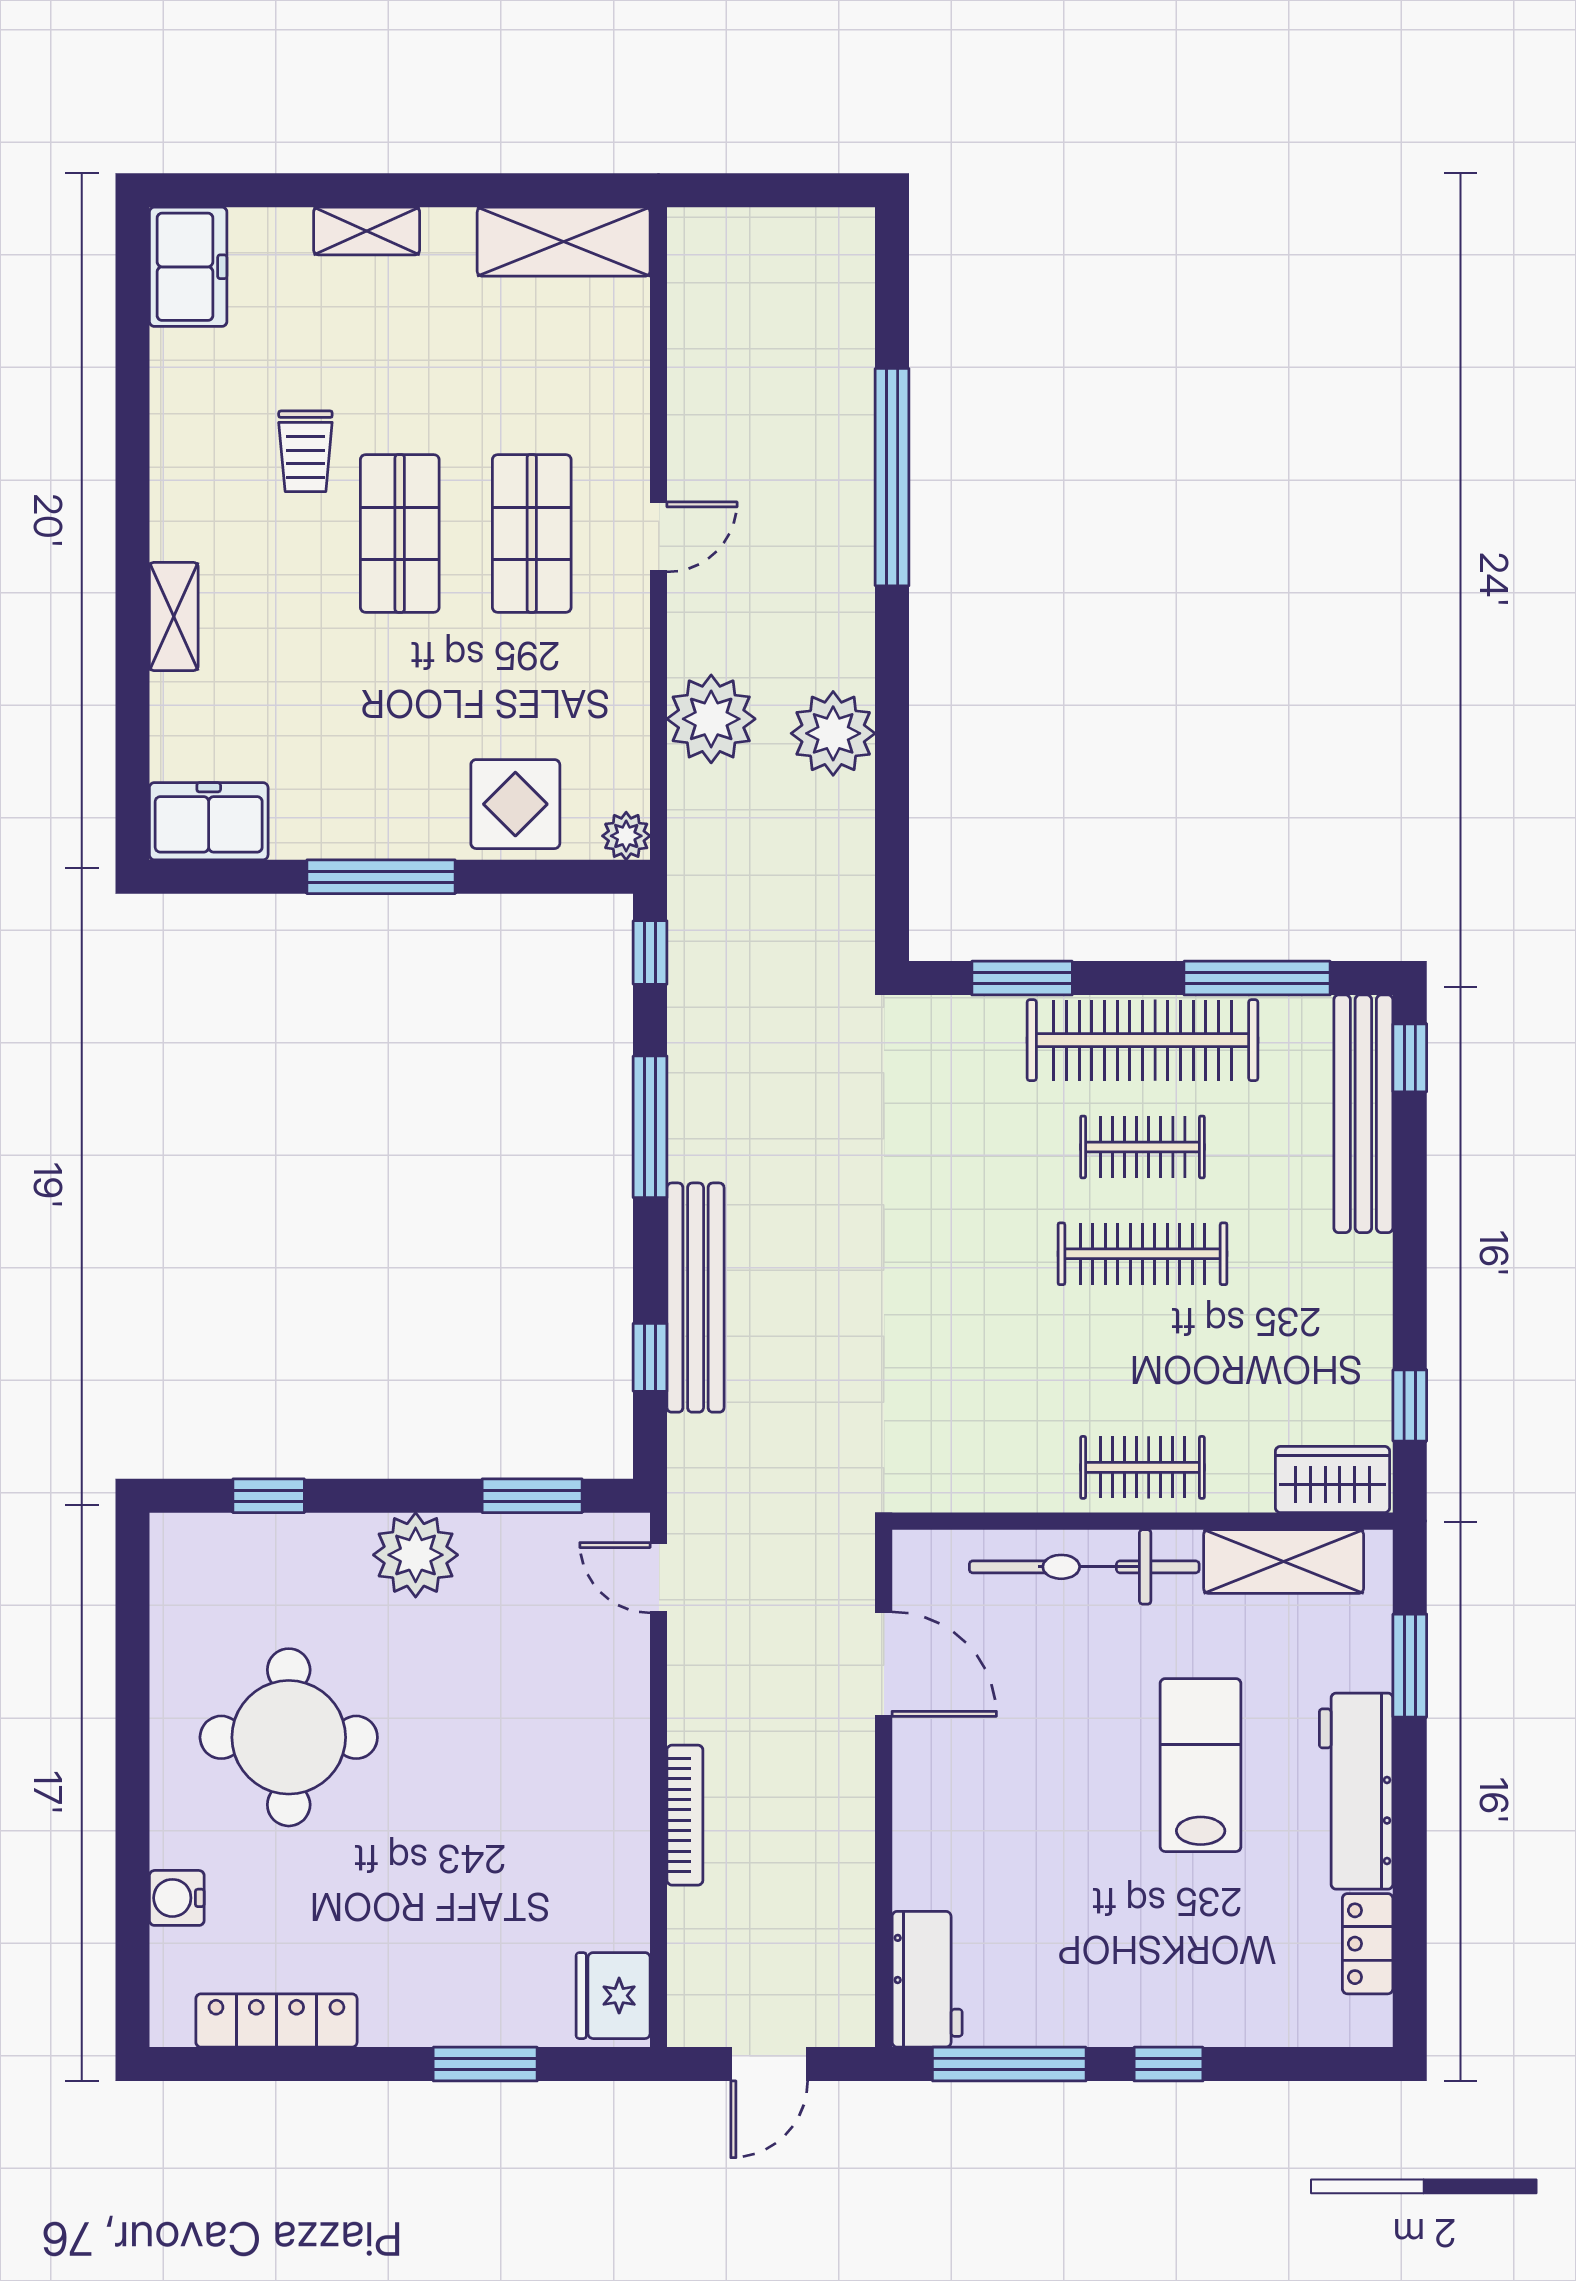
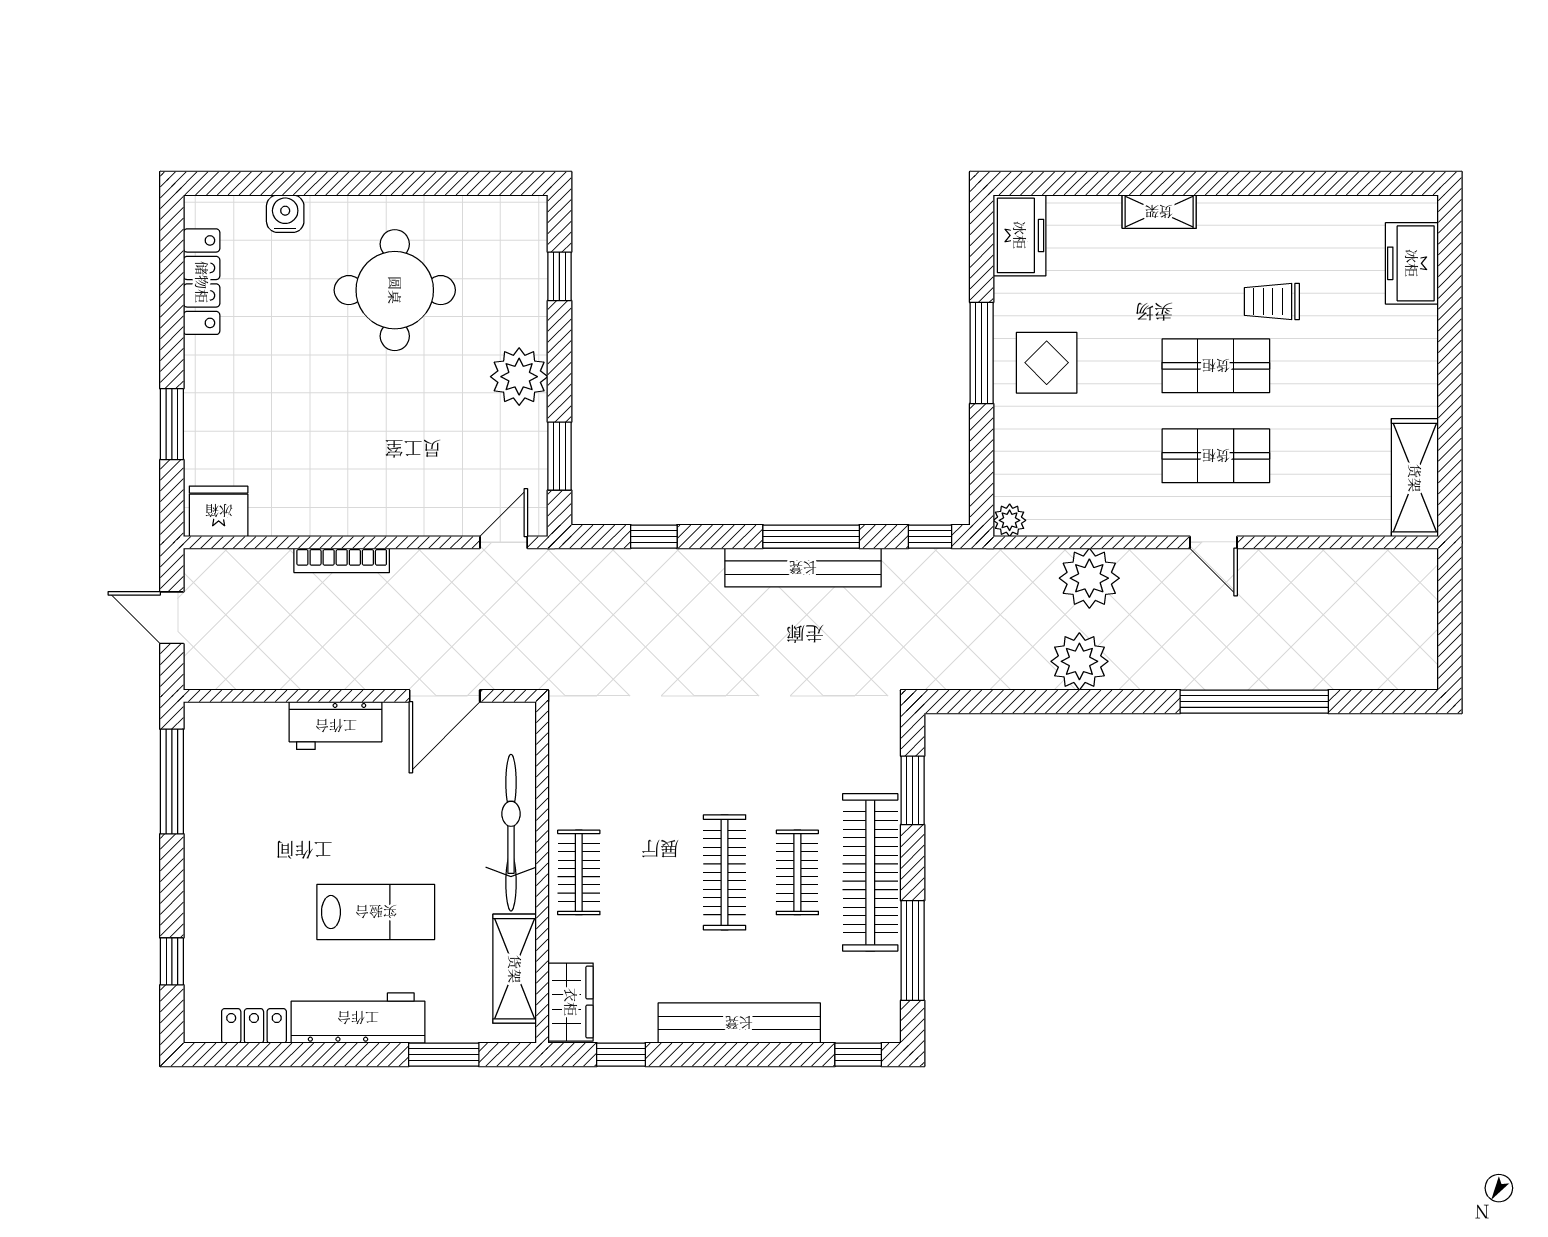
shelving: (367, 231) -> (1422, 343), removed
freezer: (188, 267) -> (1412, 263), moved, turned 90
display table: (515, 804) -> (1047, 363), moved
bench: (1363, 1114) -> (739, 1023), moved
bench: (696, 1298) -> (803, 568), moved
workbench: (927, 1979) -> (336, 726), moved
window: (1168, 2064) -> (172, 961), moved

